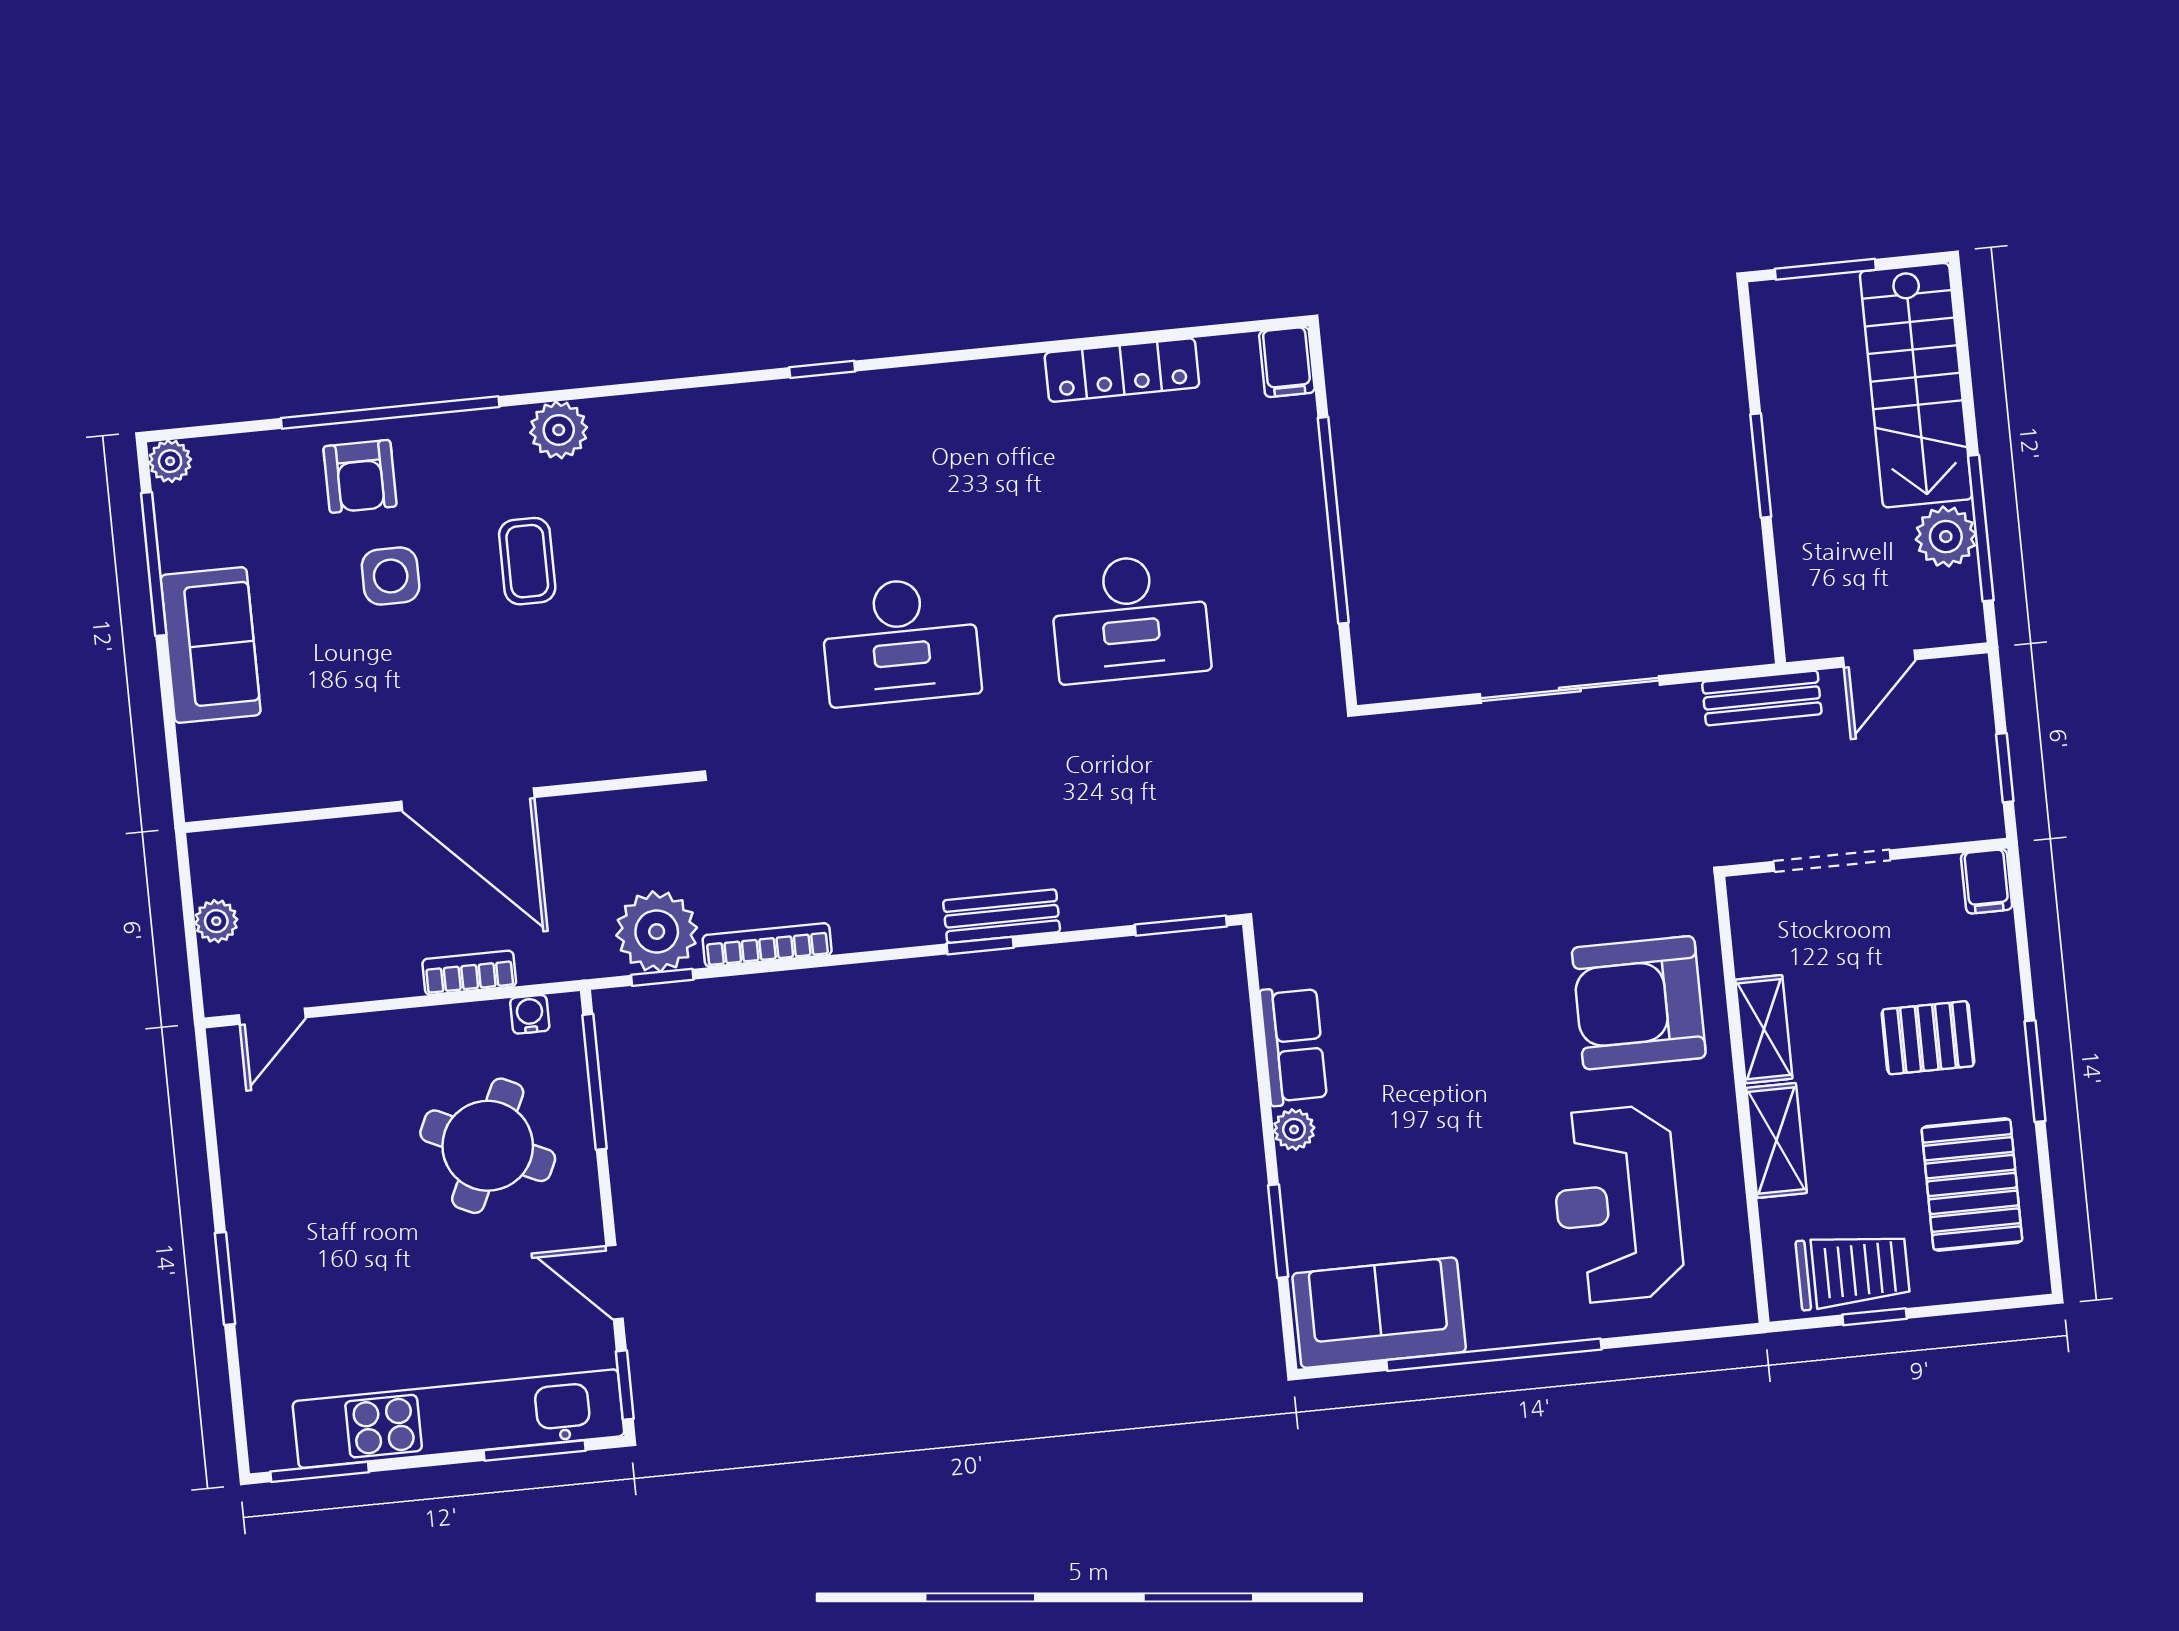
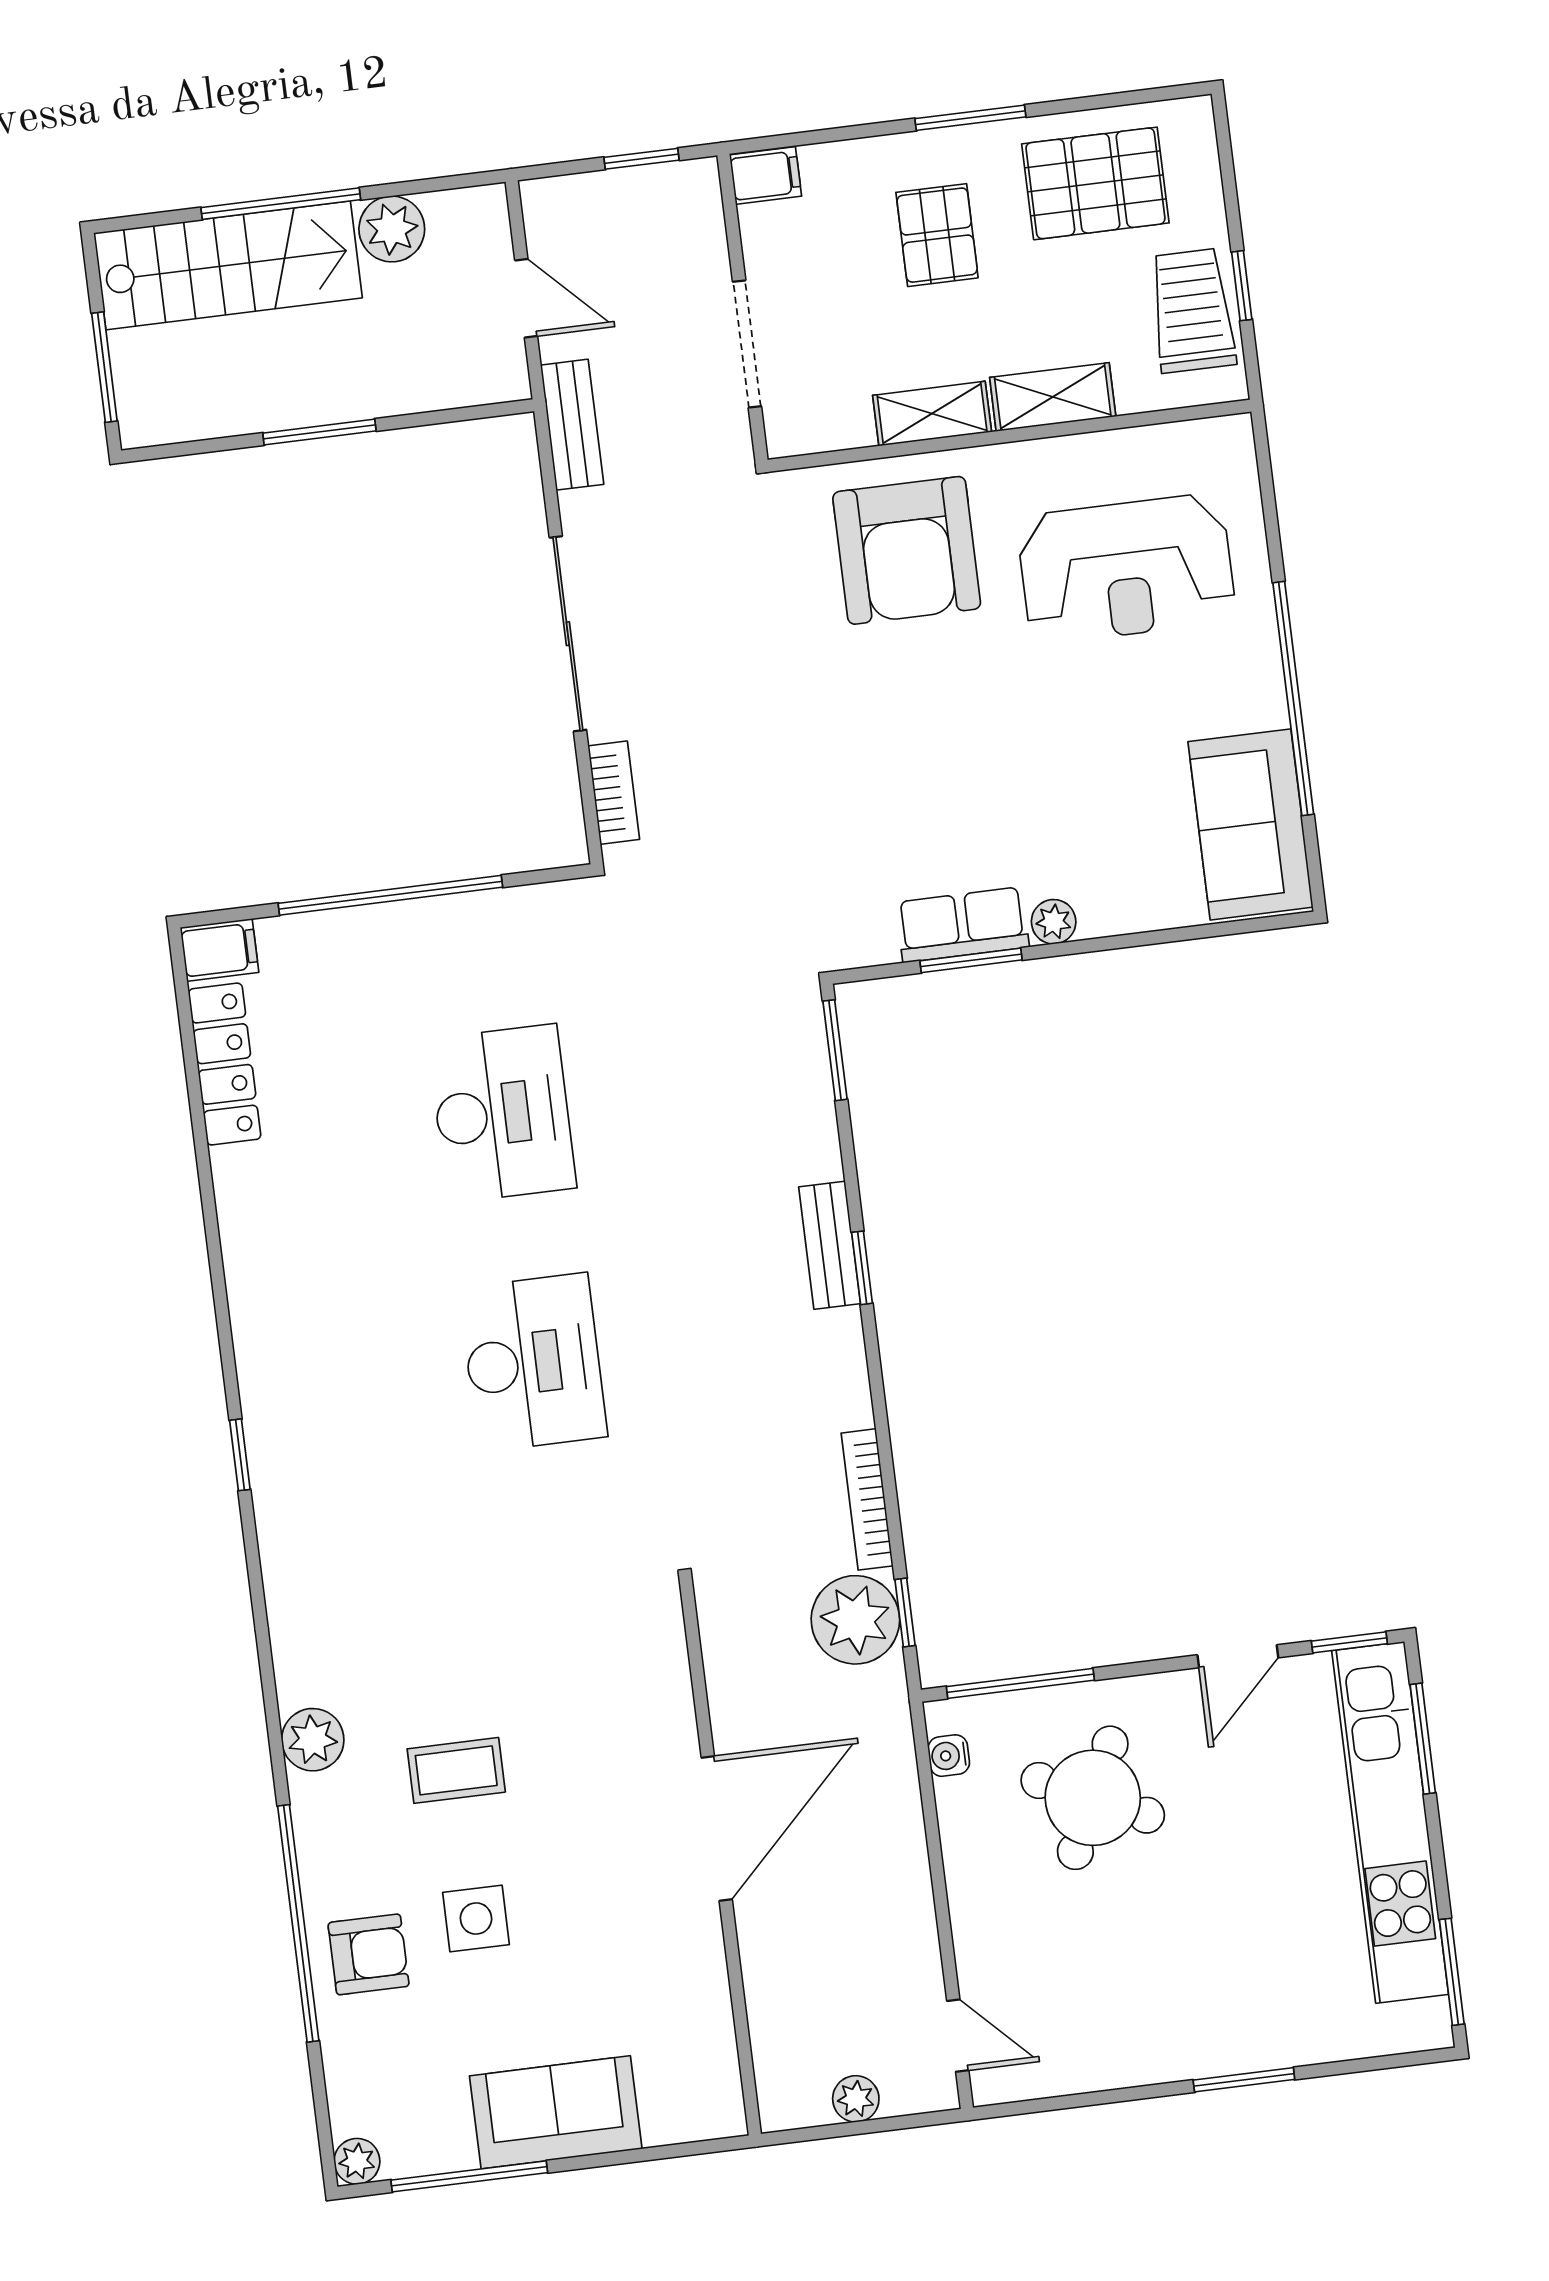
locker: (1122, 370) -> (225, 1064), moved
window: (1981, 528) -> (281, 204), moved
bookcase: (469, 973) -> (614, 793), moved, turned 180
window: (1278, 1231) -> (971, 960), moved

